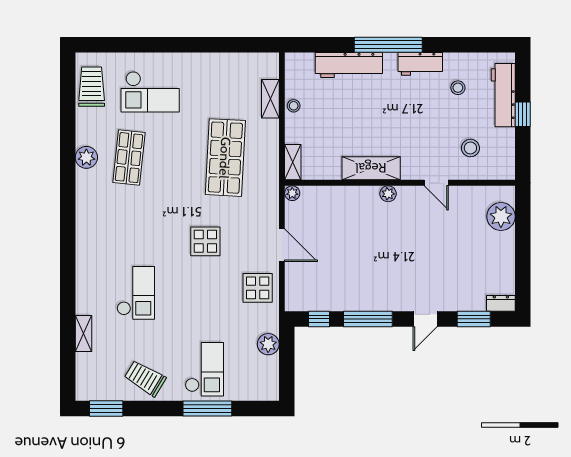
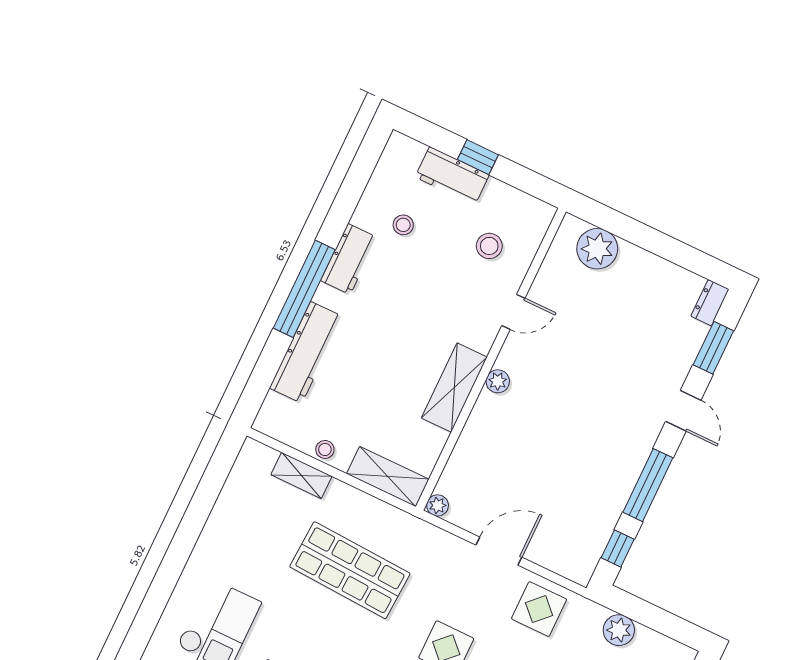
workbench: (503, 95) -> (452, 176), width x0.73
shelving: (293, 162) -> (388, 477), width x1.50, depth x1.33

